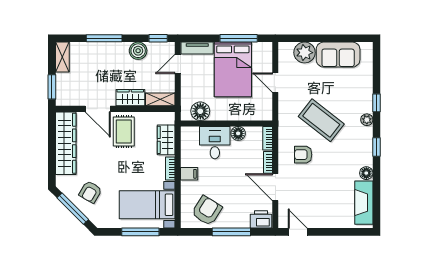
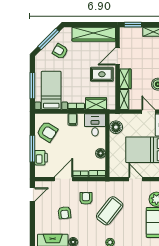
door: (275, 83) -> (136, 179), hinge flipped
desk: (215, 143) -> (95, 125), moved, turned -90
armchair: (324, 186) -> (64, 213), added
printer: (261, 219) -> (41, 158), moved

